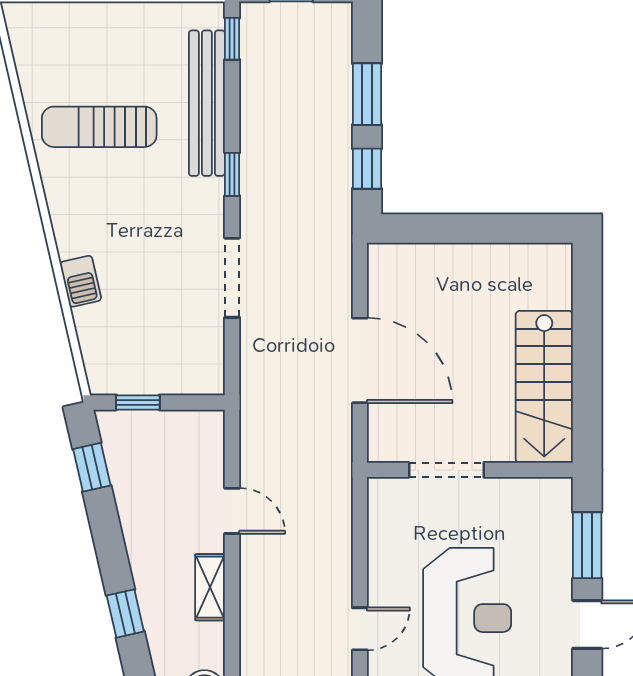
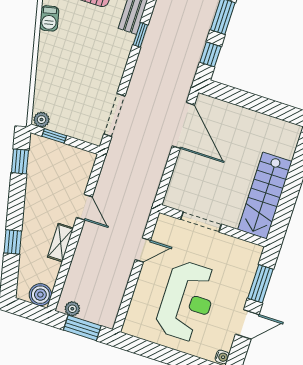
doorway: (232, 278) -> (114, 115), moved
barbecue: (81, 281) -> (49, 18), moved
door: (360, 360) -> (183, 125), moved
plant: (106, 381) -> (41, 120), added
door: (360, 629) -> (143, 250), moved

